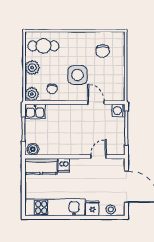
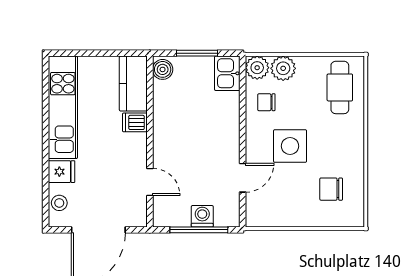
plant: (32, 68) -> (283, 68), moved
washing machine: (118, 110) -> (202, 216), moved

